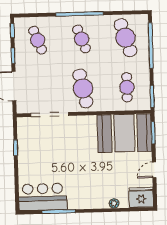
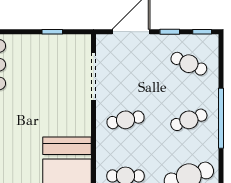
cafe table: (38, 40) -> (189, 64), turned 45
cafe table: (83, 88) -> (125, 120), width x0.73, depth x0.74

